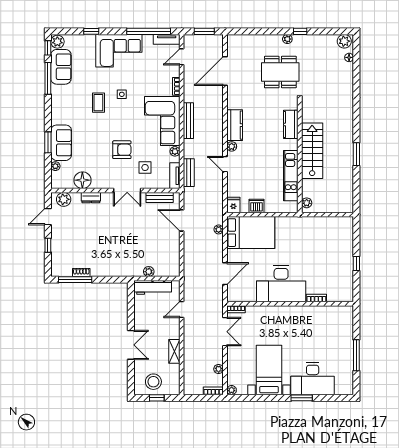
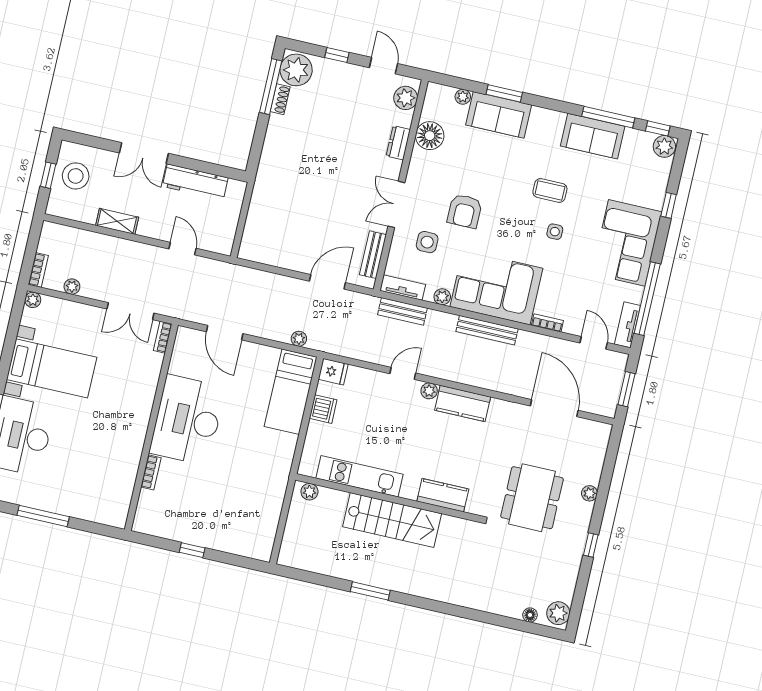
plant: (287, 39) -> (589, 493), moved
sofa: (61, 67) -> (593, 136), moved
bed: (251, 233) -> (291, 392), width x0.67
plant: (149, 272) -> (296, 70), moved, width x1.87, depth x1.87
workbench: (153, 287) -> (195, 182), moved, turned -90

